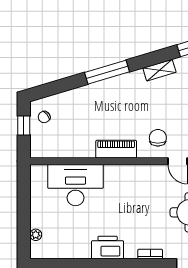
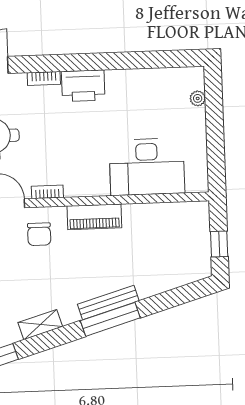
bench: (108, 85) -> (108, 302), added
chair: (44, 117) -> (192, 256), removed
bookcase: (151, 169) -> (47, 192), added
printer: (108, 247) -> (83, 86), moved

